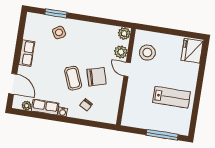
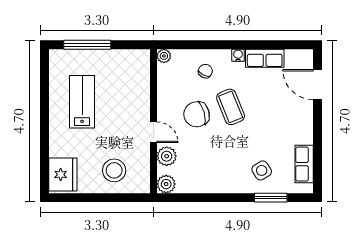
row of seats: (27, 53) -> (304, 164), moved
stool: (147, 53) -> (114, 170), moved
lab bench: (172, 97) -> (82, 102), turned 90
plant: (27, 106) -> (164, 56), moved

